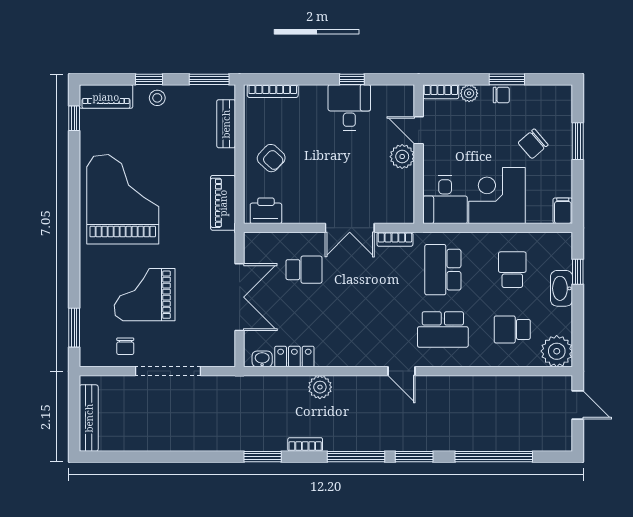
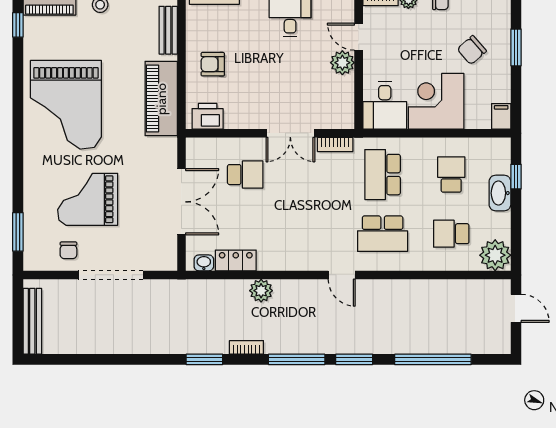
armchair: (271, 158) -> (213, 64), turned 137
grand piano: (123, 199) -> (66, 105), turned 180
piano: (223, 203) -> (161, 99), width x1.37, depth x1.33

